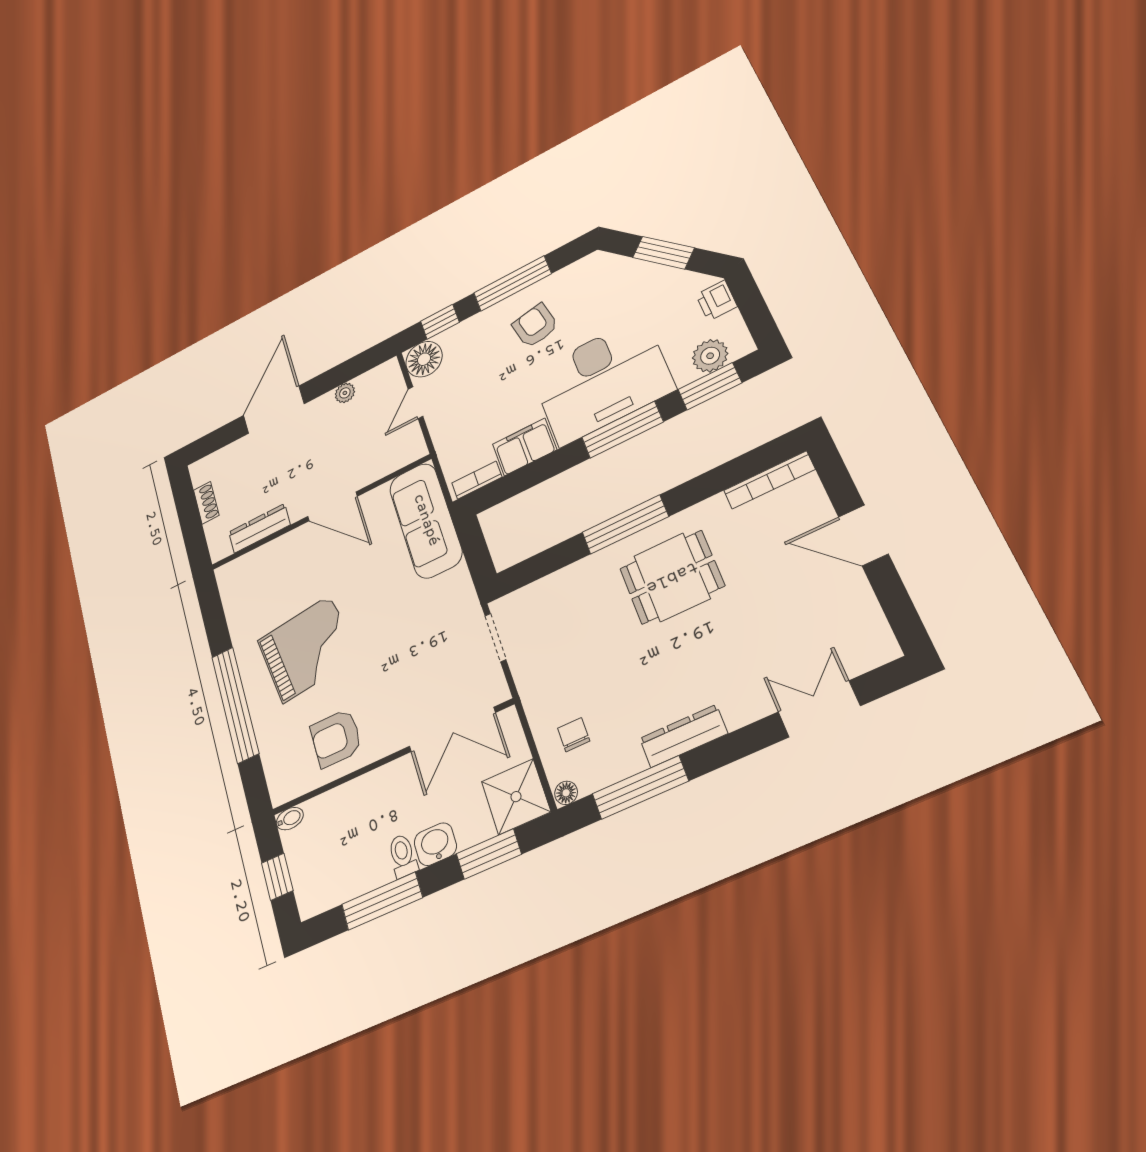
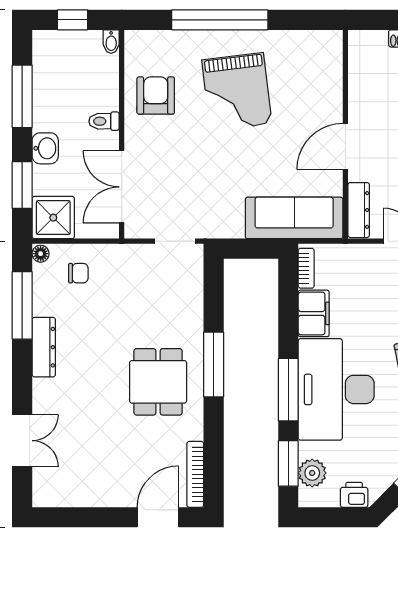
dresser: (259, 528) -> (359, 210), moved
door: (863, 535) -> (158, 517), moved
toilet: (403, 856) -> (104, 121), moved, turned 180

